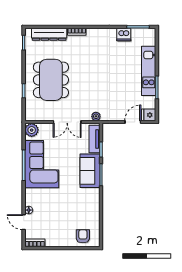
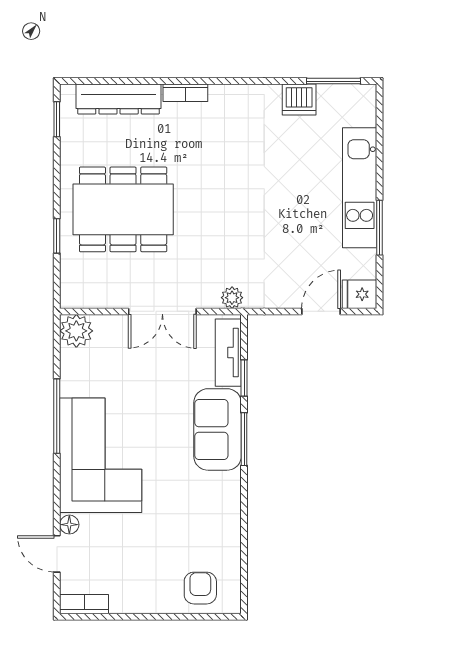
dining table: (51, 80) -> (123, 209), turned 90
corner sofa: (42, 164) -> (101, 455), moved

